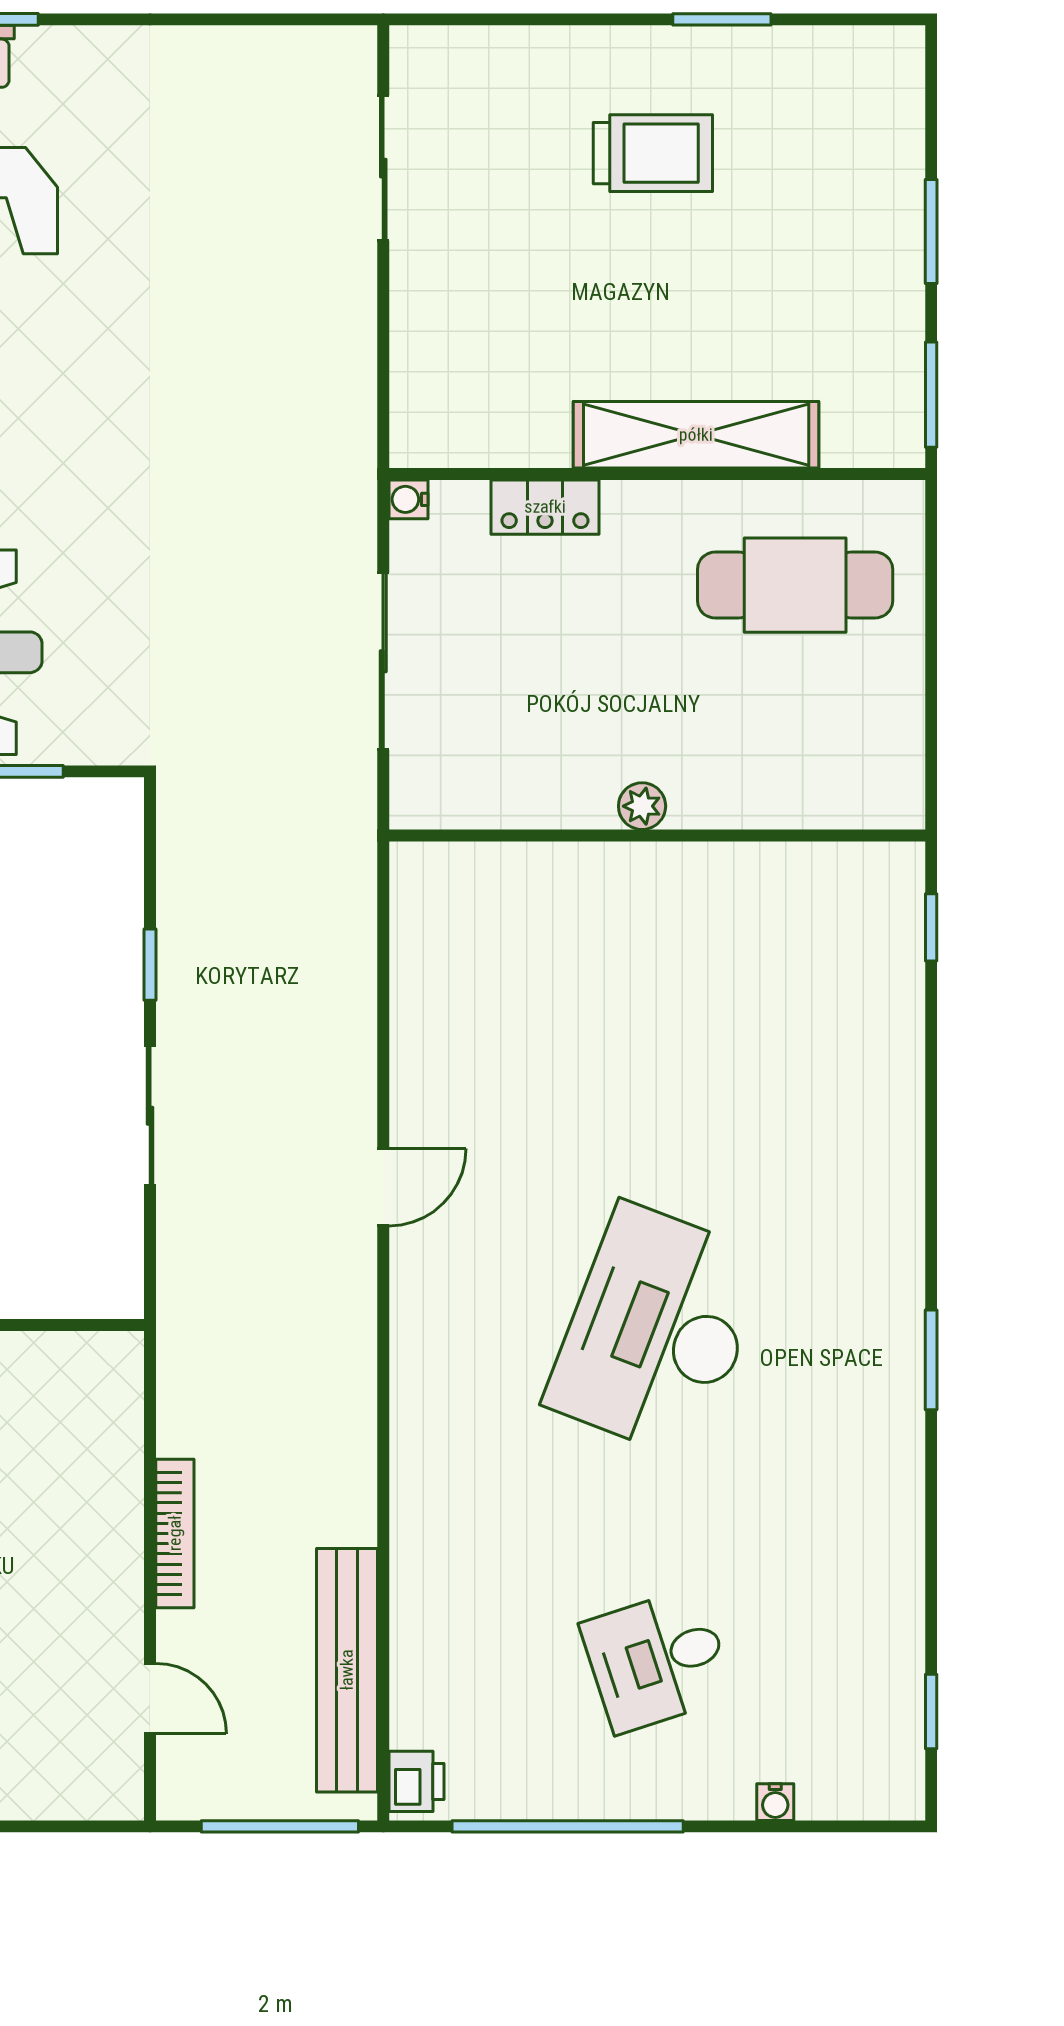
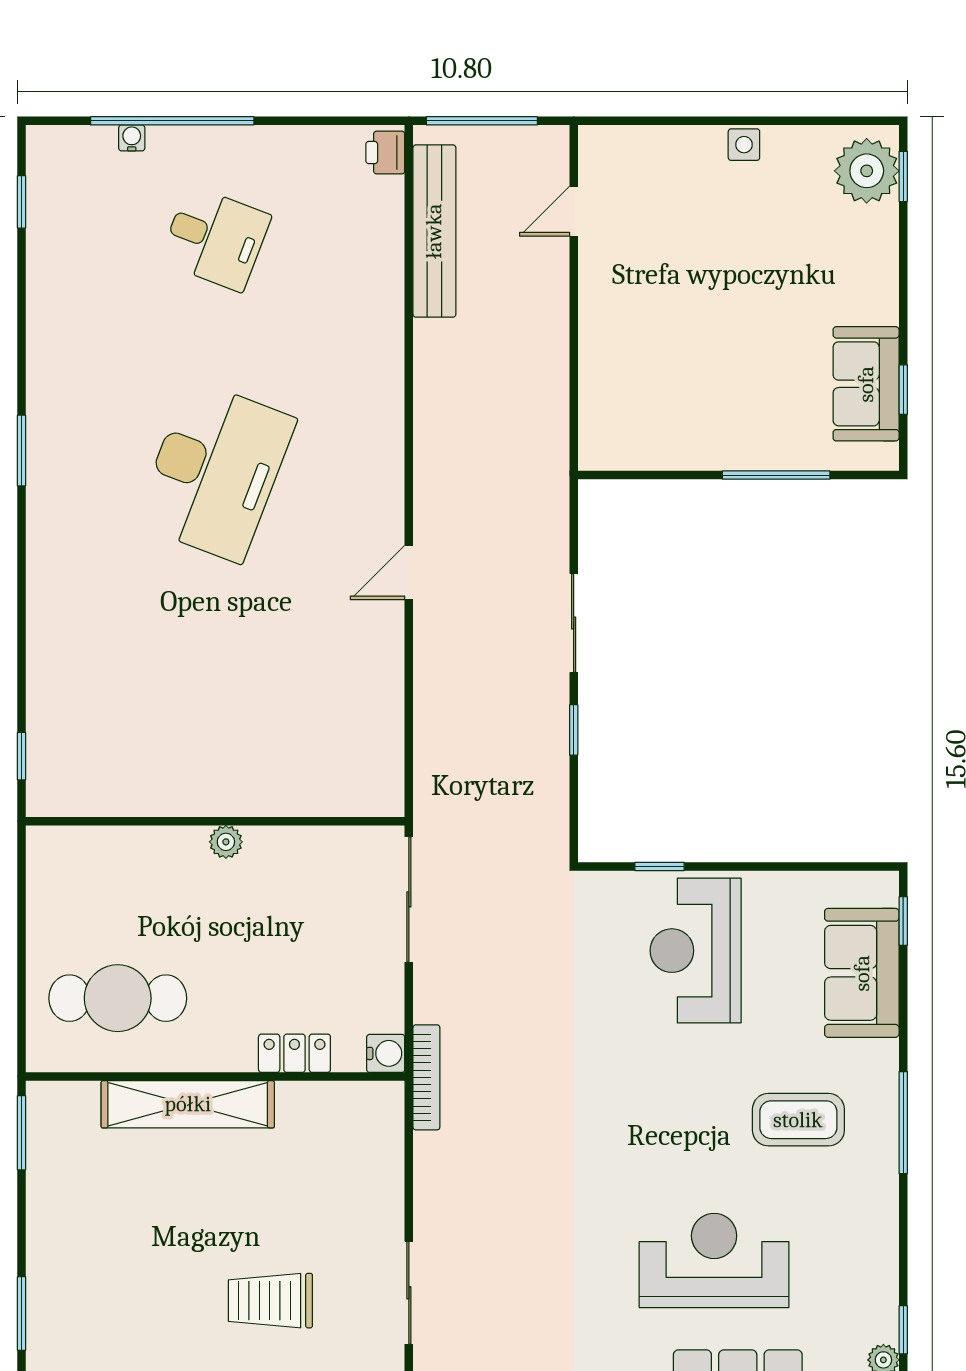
trolley: (653, 153) -> (270, 1301), moved
window: (931, 232) -> (22, 1313), moved
water cooler: (408, 499) -> (386, 1053), width x1.38, depth x1.38
sliding door: (383, 661) -> (409, 899), moved
bookcase: (175, 1533) -> (426, 1077), moved, turned 180
desk: (657, 1660) -> (215, 238), turned 39
door: (150, 1699) -> (574, 211), hinge flipped
window: (568, 1826) -> (172, 121), moved

